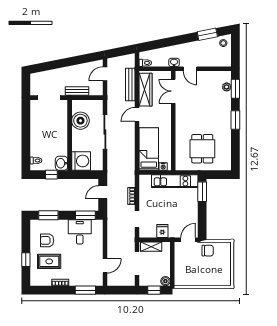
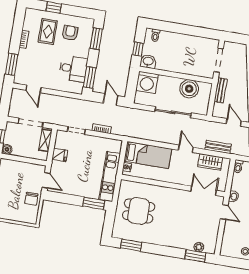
door: (190, 69) -> (224, 212), swing flipped
bench: (130, 85) -> (218, 147), width x0.73
wardrobe: (145, 90) -> (210, 162), width x0.67
window: (235, 120) -> (131, 245), moved

